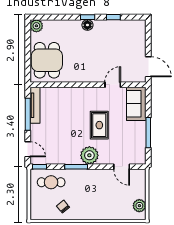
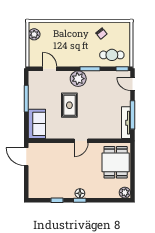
door: (113, 85) -> (81, 141), moved

